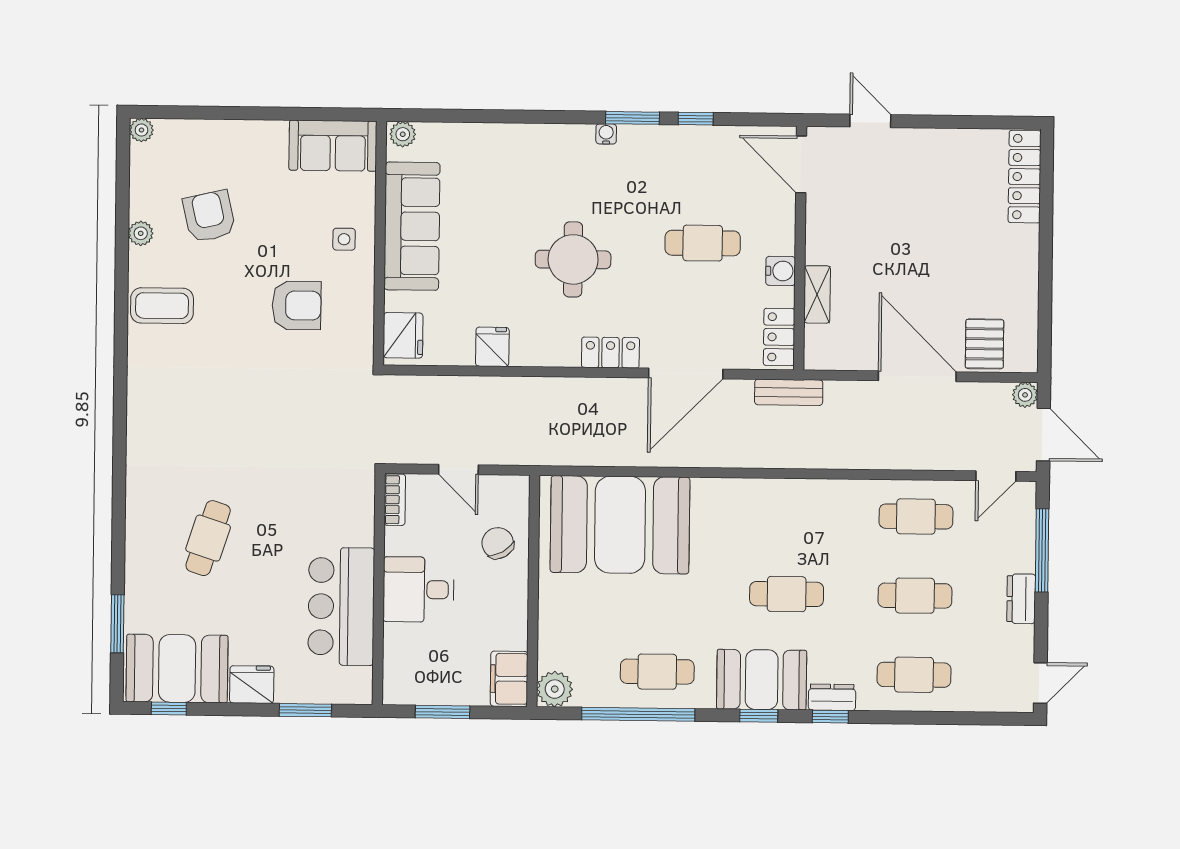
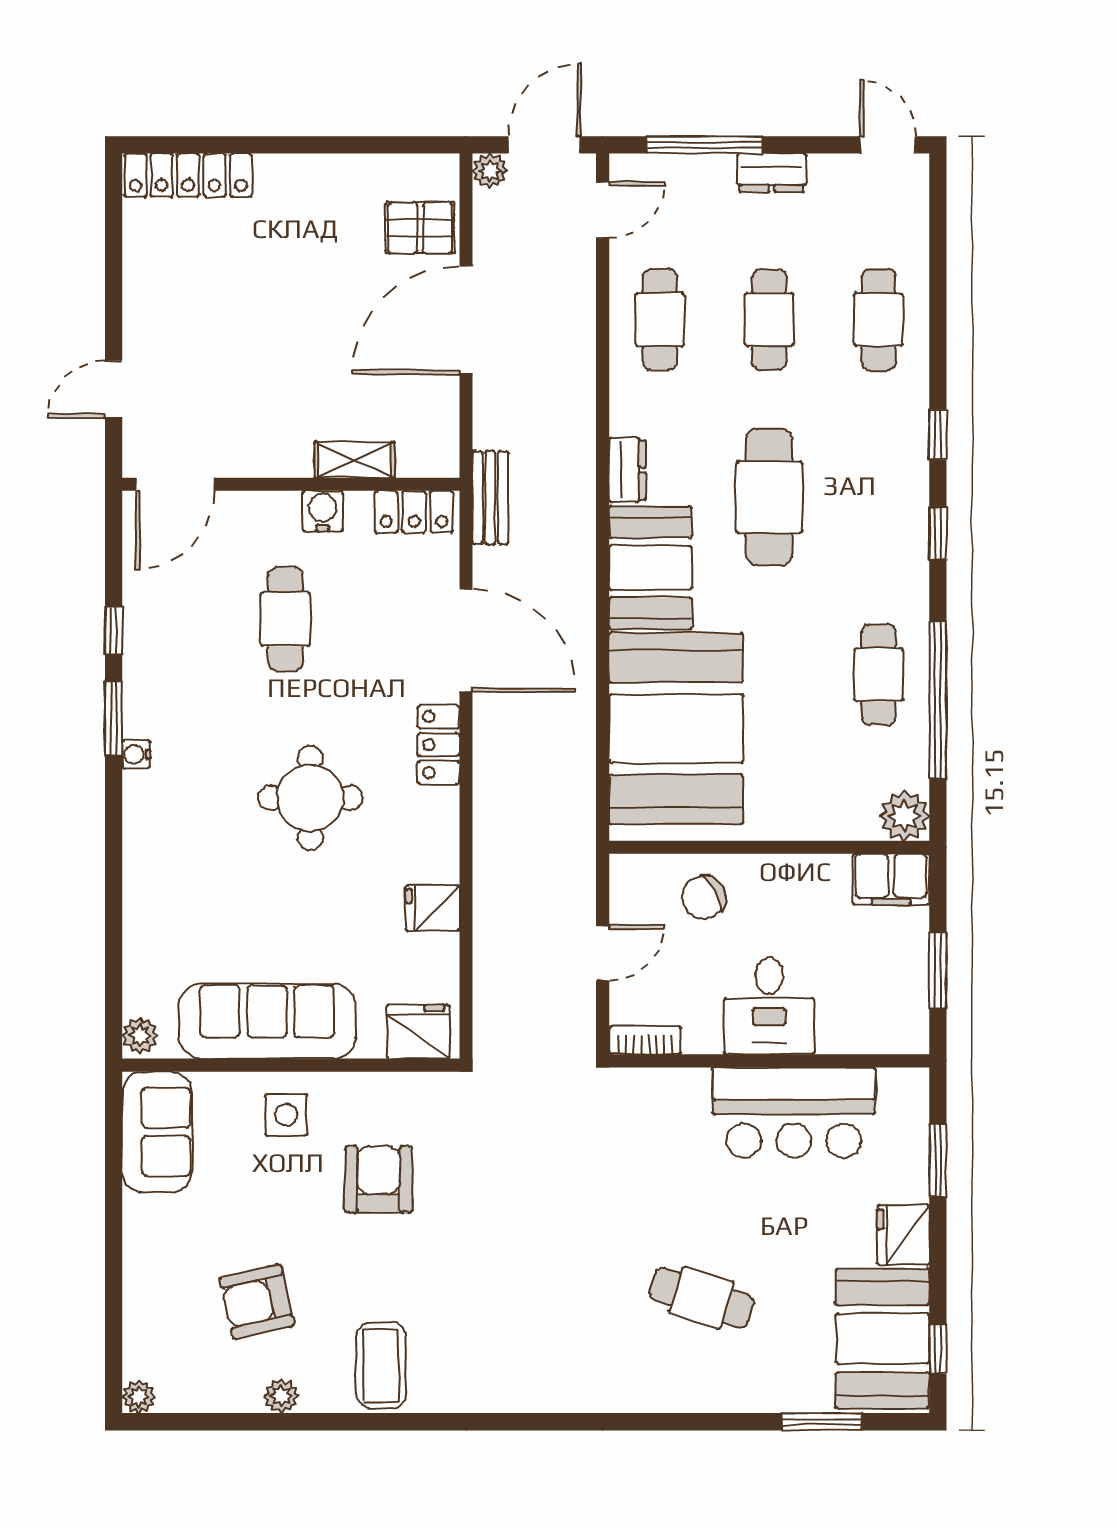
side table: (344, 239) -> (286, 1115), width x1.37, depth x1.37
door: (996, 476) -> (603, 210), hinge flipped
cafe table: (787, 594) -> (769, 497), width x1.37, depth x1.35
booth: (762, 680) -> (650, 568), moved
dresser: (832, 697) -> (627, 470), moved, turned 180

